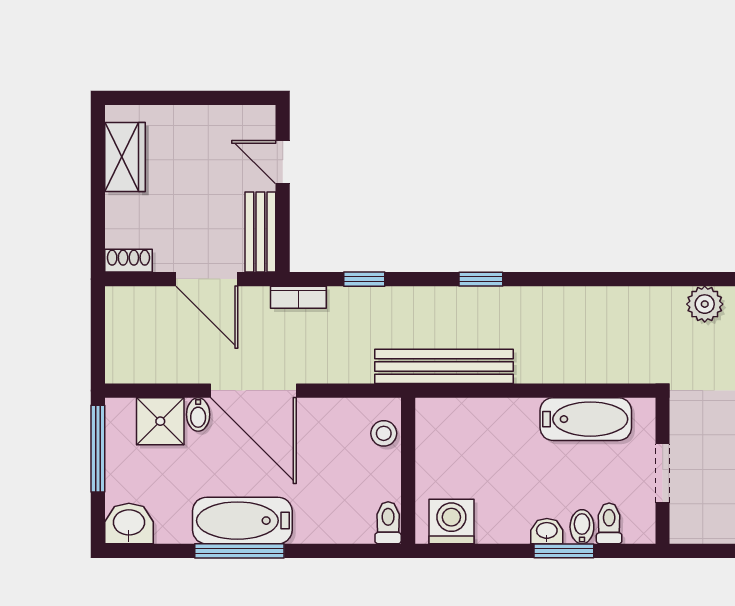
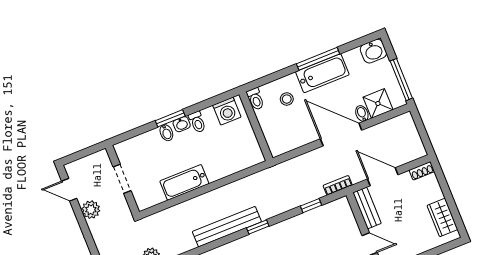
bench: (444, 366) -> (227, 227), moved
stool: (384, 433) -> (287, 99), moved
wall: (663, 471) -> (122, 180), moved
doorway: (663, 473) -> (122, 179), moved
toilet: (609, 523) -> (197, 122), moved

